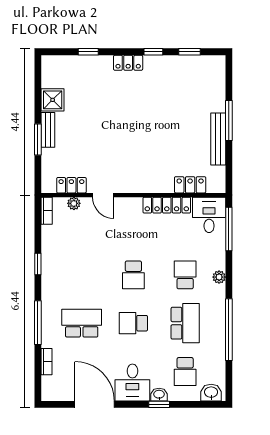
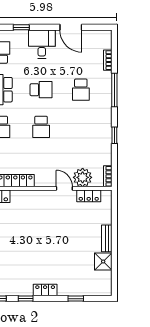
window: (38, 139) -> (114, 231), removed
plant: (74, 203) -> (83, 177), width x1.88, depth x1.88
school desk: (133, 275) -> (41, 127), turned 180
school desk: (82, 323) -> (81, 90), width x0.54
washbasin: (159, 395) -> (21, 35), removed
door: (95, 404) -> (71, 27), width x0.73

